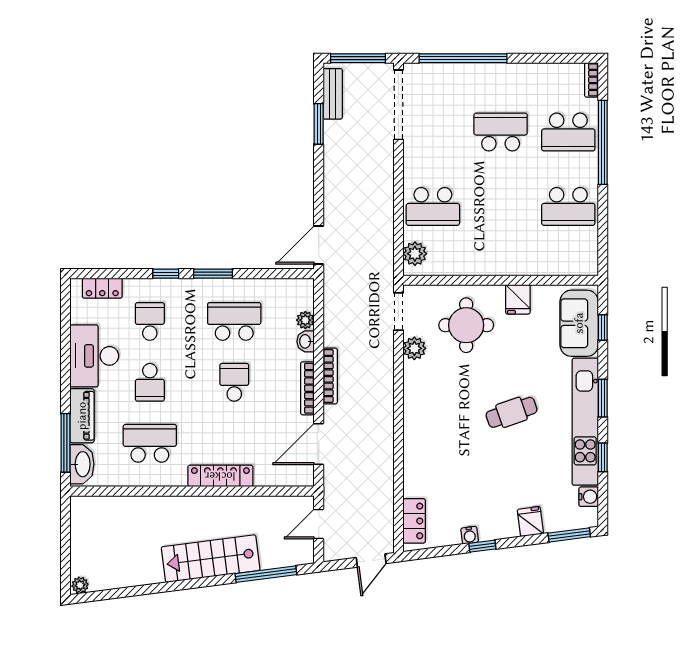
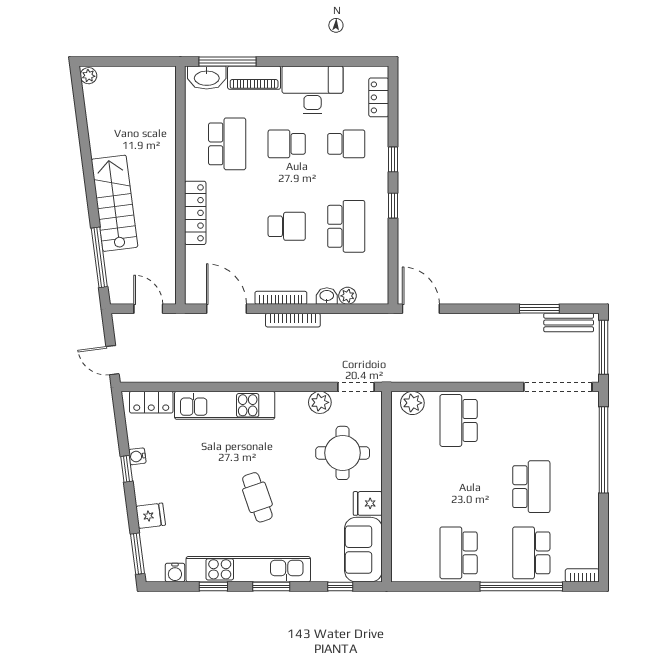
window: (213, 274) -> (393, 206), width x0.67
sofa: (579, 323) -> (363, 550), moved, turned -90
kitchen unit: (417, 446) -> (225, 405), added

